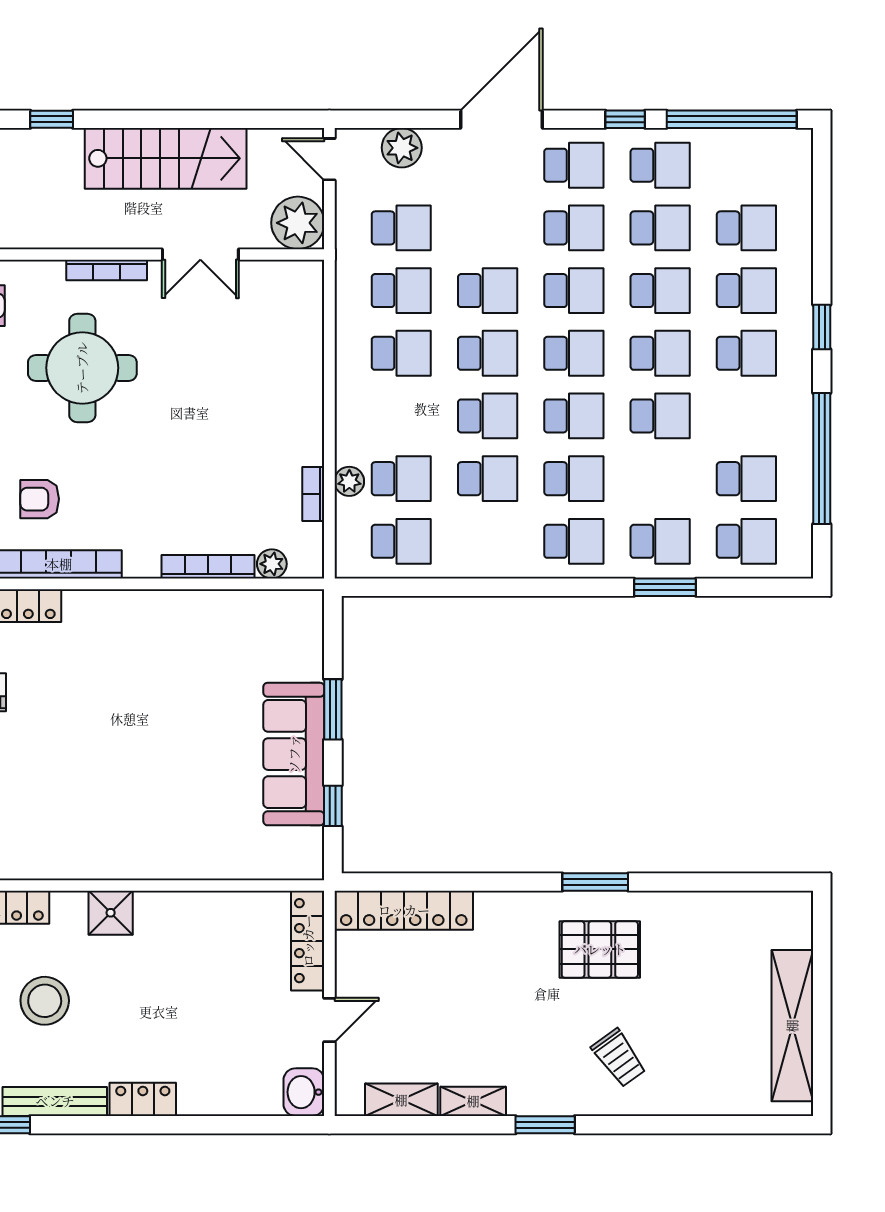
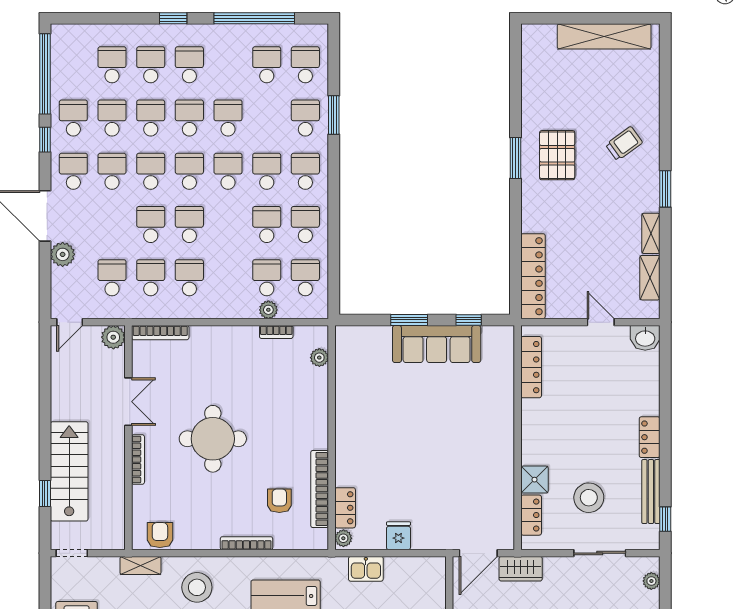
plant: (402, 148) -> (63, 254), moved
stairs: (166, 158) -> (69, 471), moved
plant: (298, 223) -> (113, 337), width x0.73, depth x0.73
round table: (82, 368) -> (213, 439), moved
school desk: (488, 416) -> (305, 225), moved
armchair: (40, 499) -> (279, 501), turned 180
bookcase: (208, 567) -> (160, 333), moved, turned -90
shower: (111, 913) -> (535, 480), moved
locker: (308, 941) -> (531, 367), moved, turned -90

